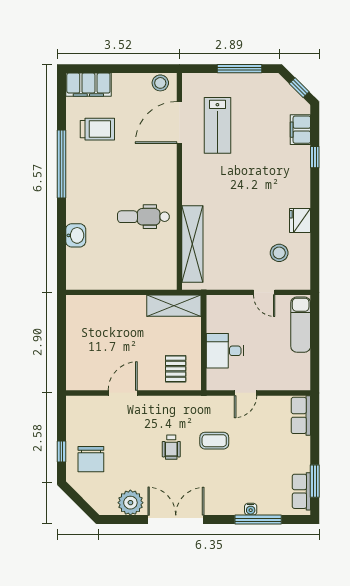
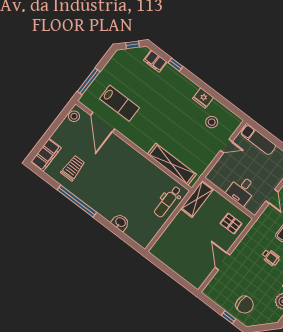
window: (239, 69) -> (89, 82), moved
dental chair: (143, 217) -> (168, 202), moved

